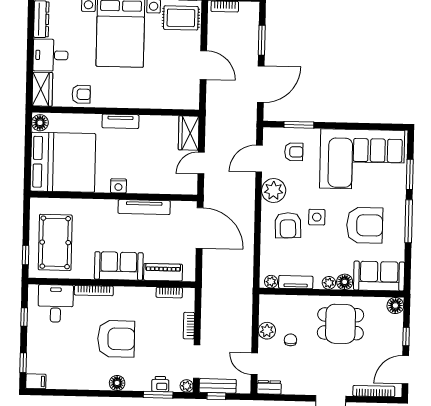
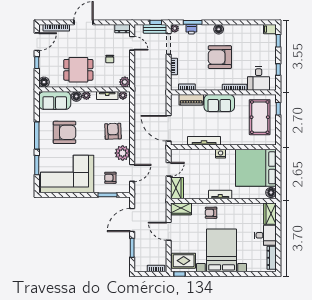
armchair: (81, 94) -> (211, 213), moved
wardrobe: (183, 100) -> (181, 209), added
side table: (317, 217) -> (95, 137), removed
armchair: (365, 225) -> (65, 132), turned 180
plant: (267, 331) -> (125, 82), moved

